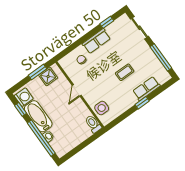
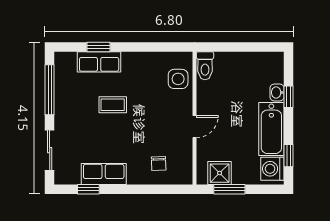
row of seats: (96, 41) -> (104, 174), moved
window: (142, 103) -> (99, 47), moved
window: (41, 138) -> (289, 97), width x0.32

